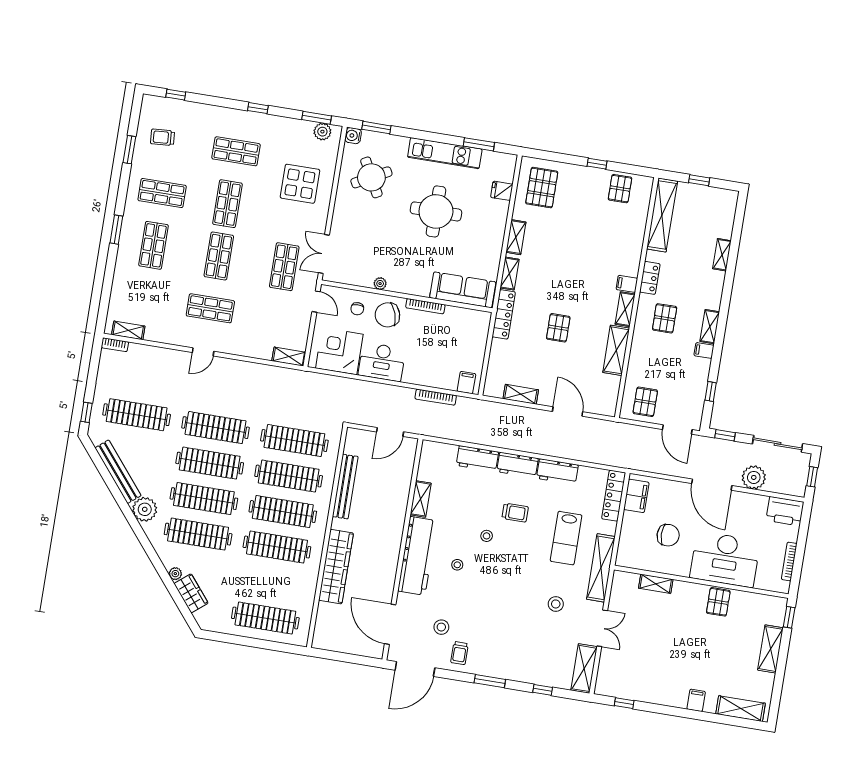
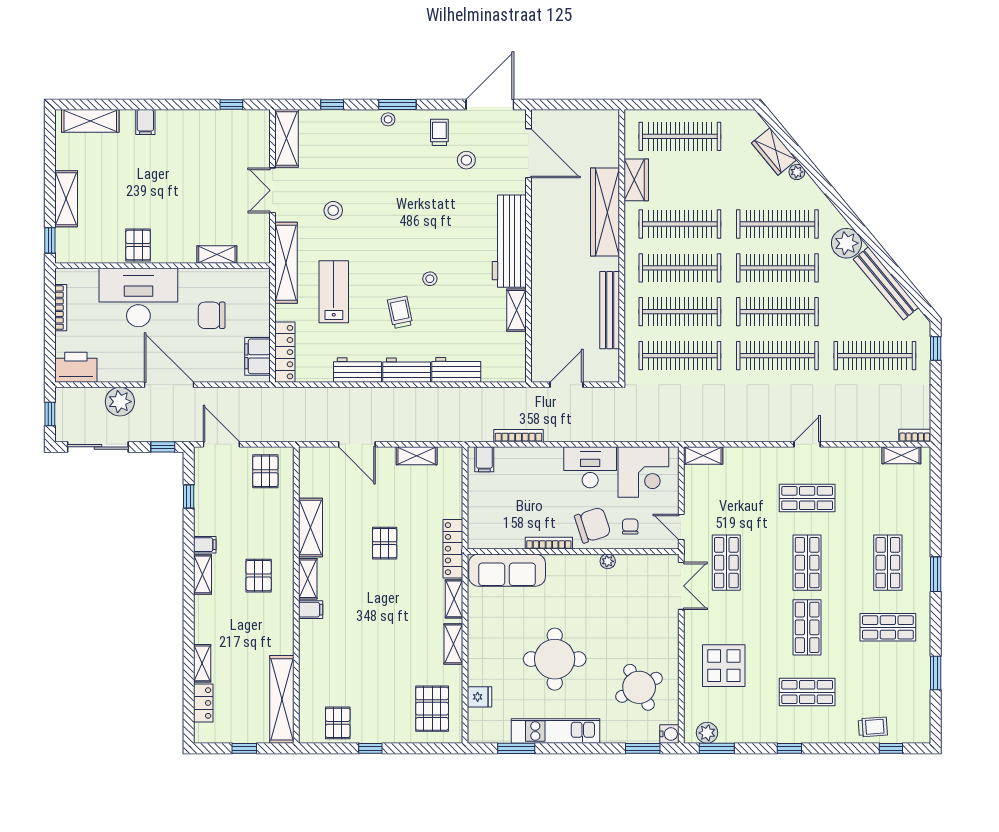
trolley: (162, 137) -> (873, 727), moved
locker: (650, 278) -> (203, 703), moved, turned 180
trolley: (515, 513) -> (400, 312), turned 78
stool: (457, 565) -> (388, 119), moved
wardrobe: (306, 589) -> (636, 180), added

